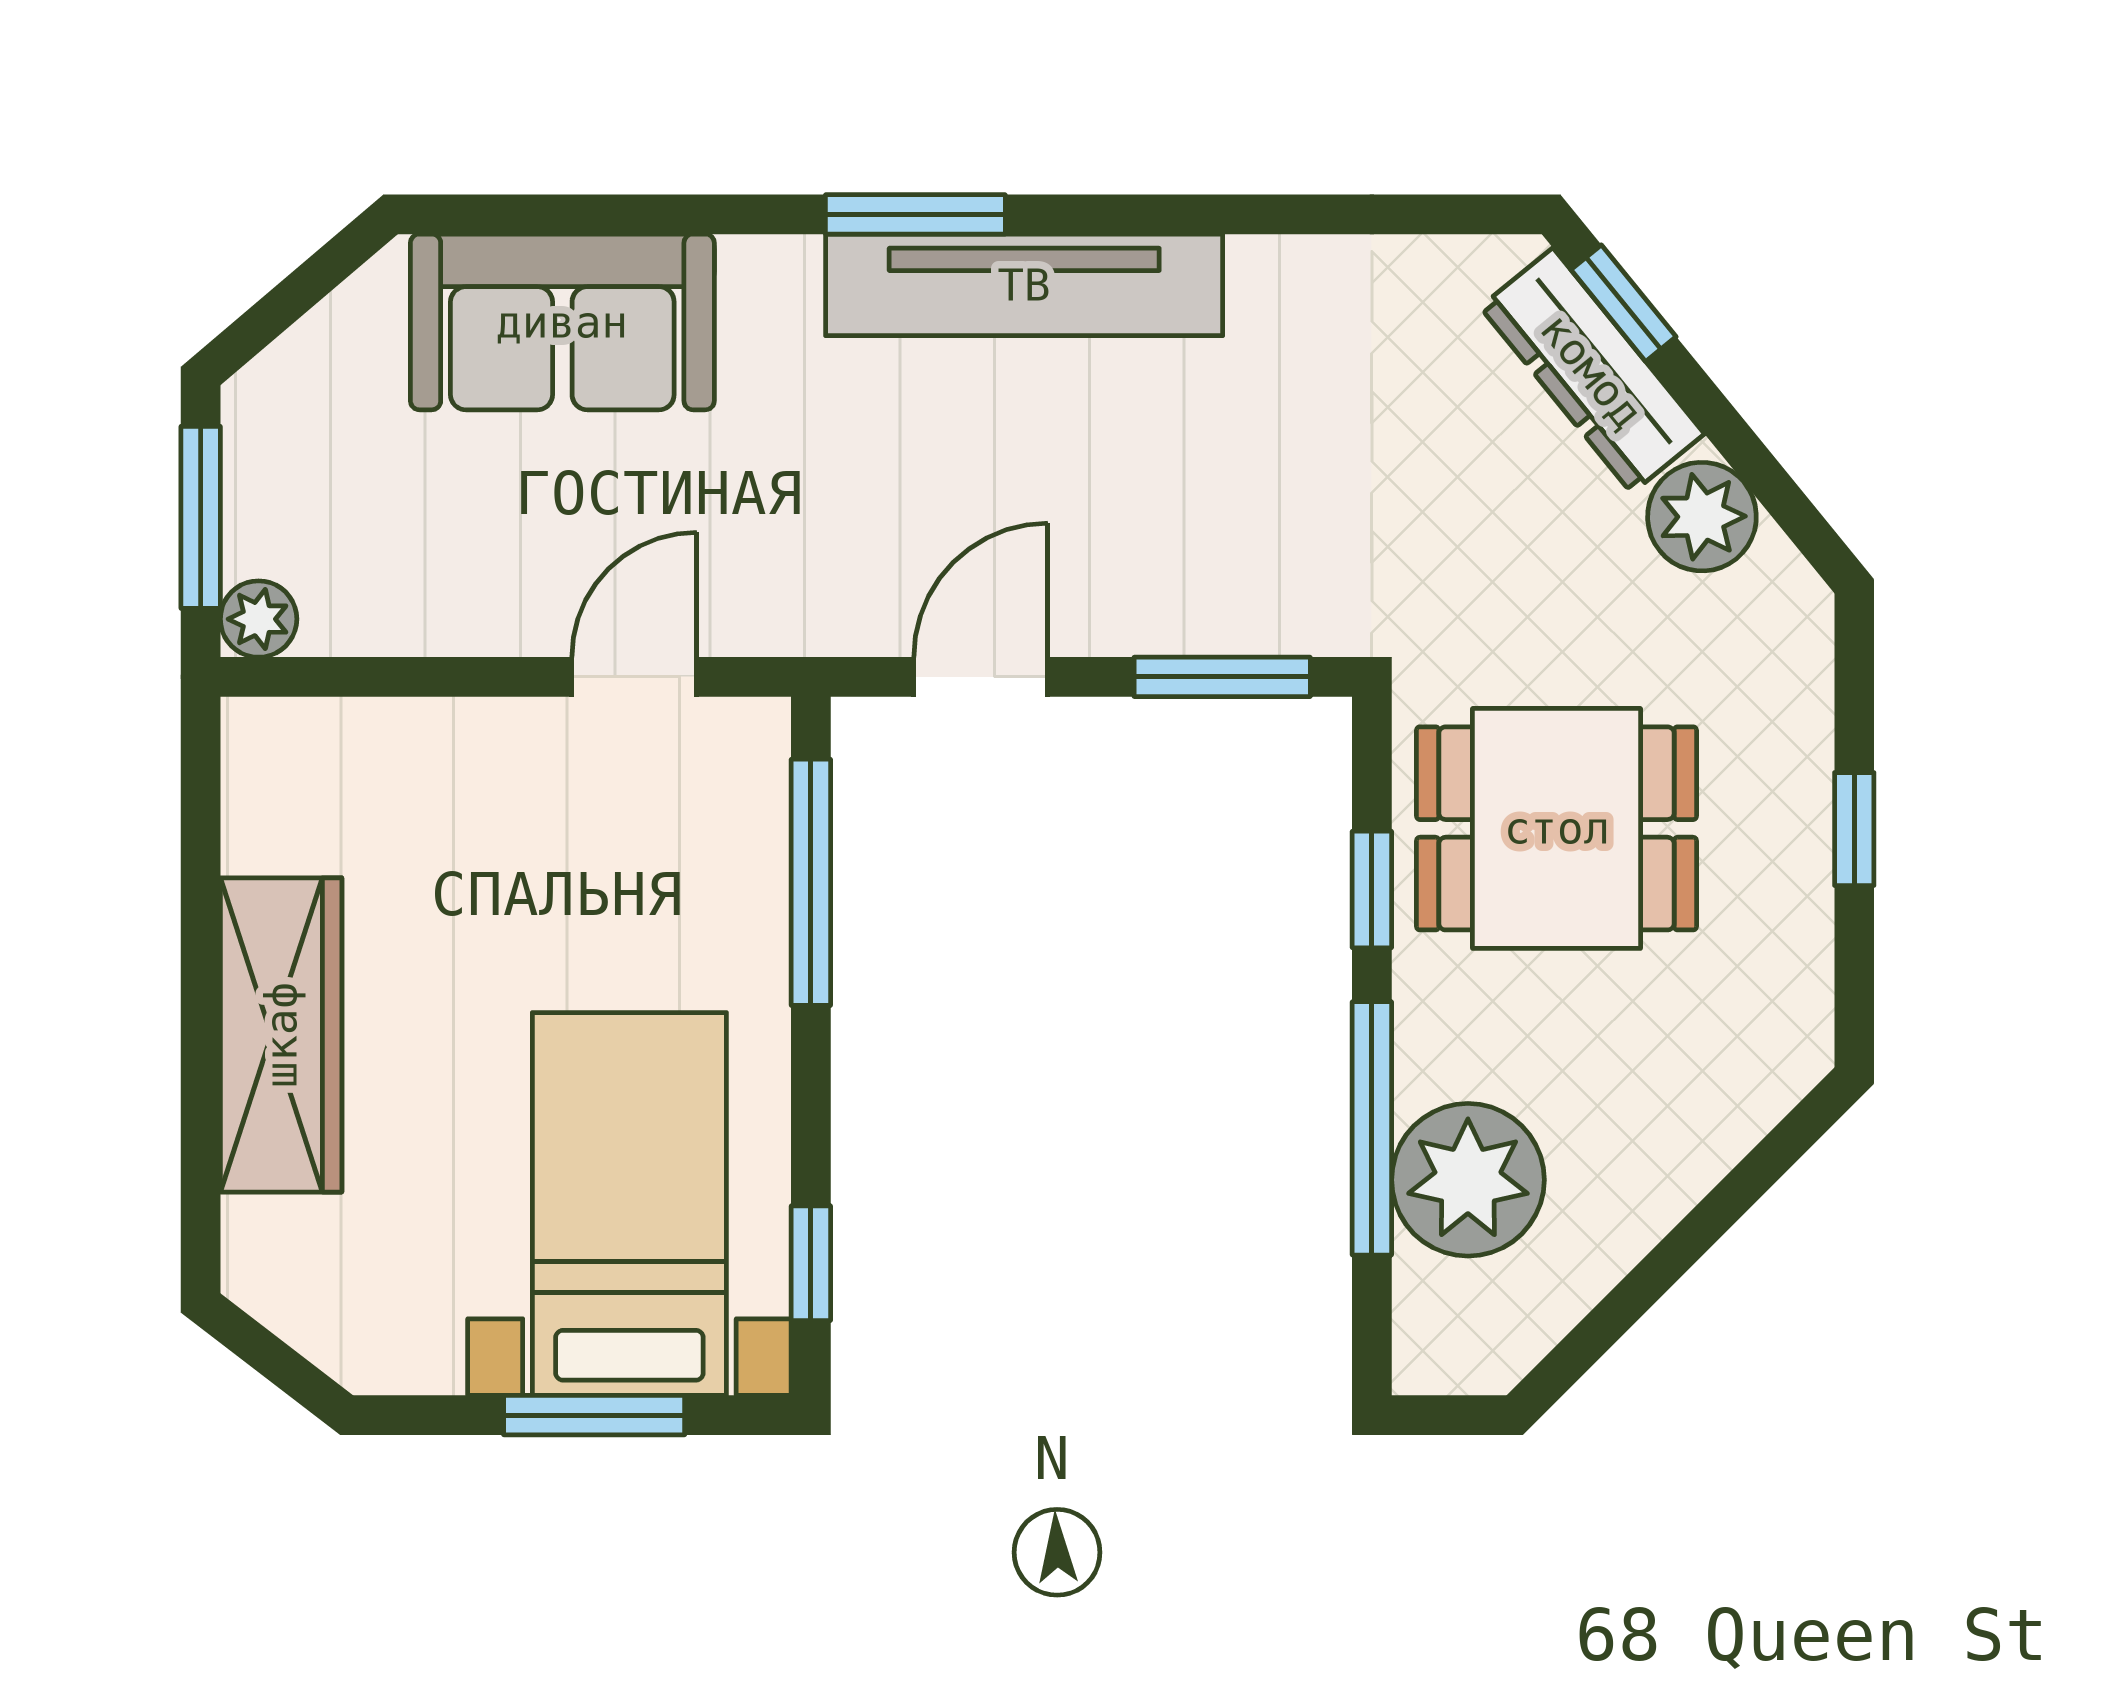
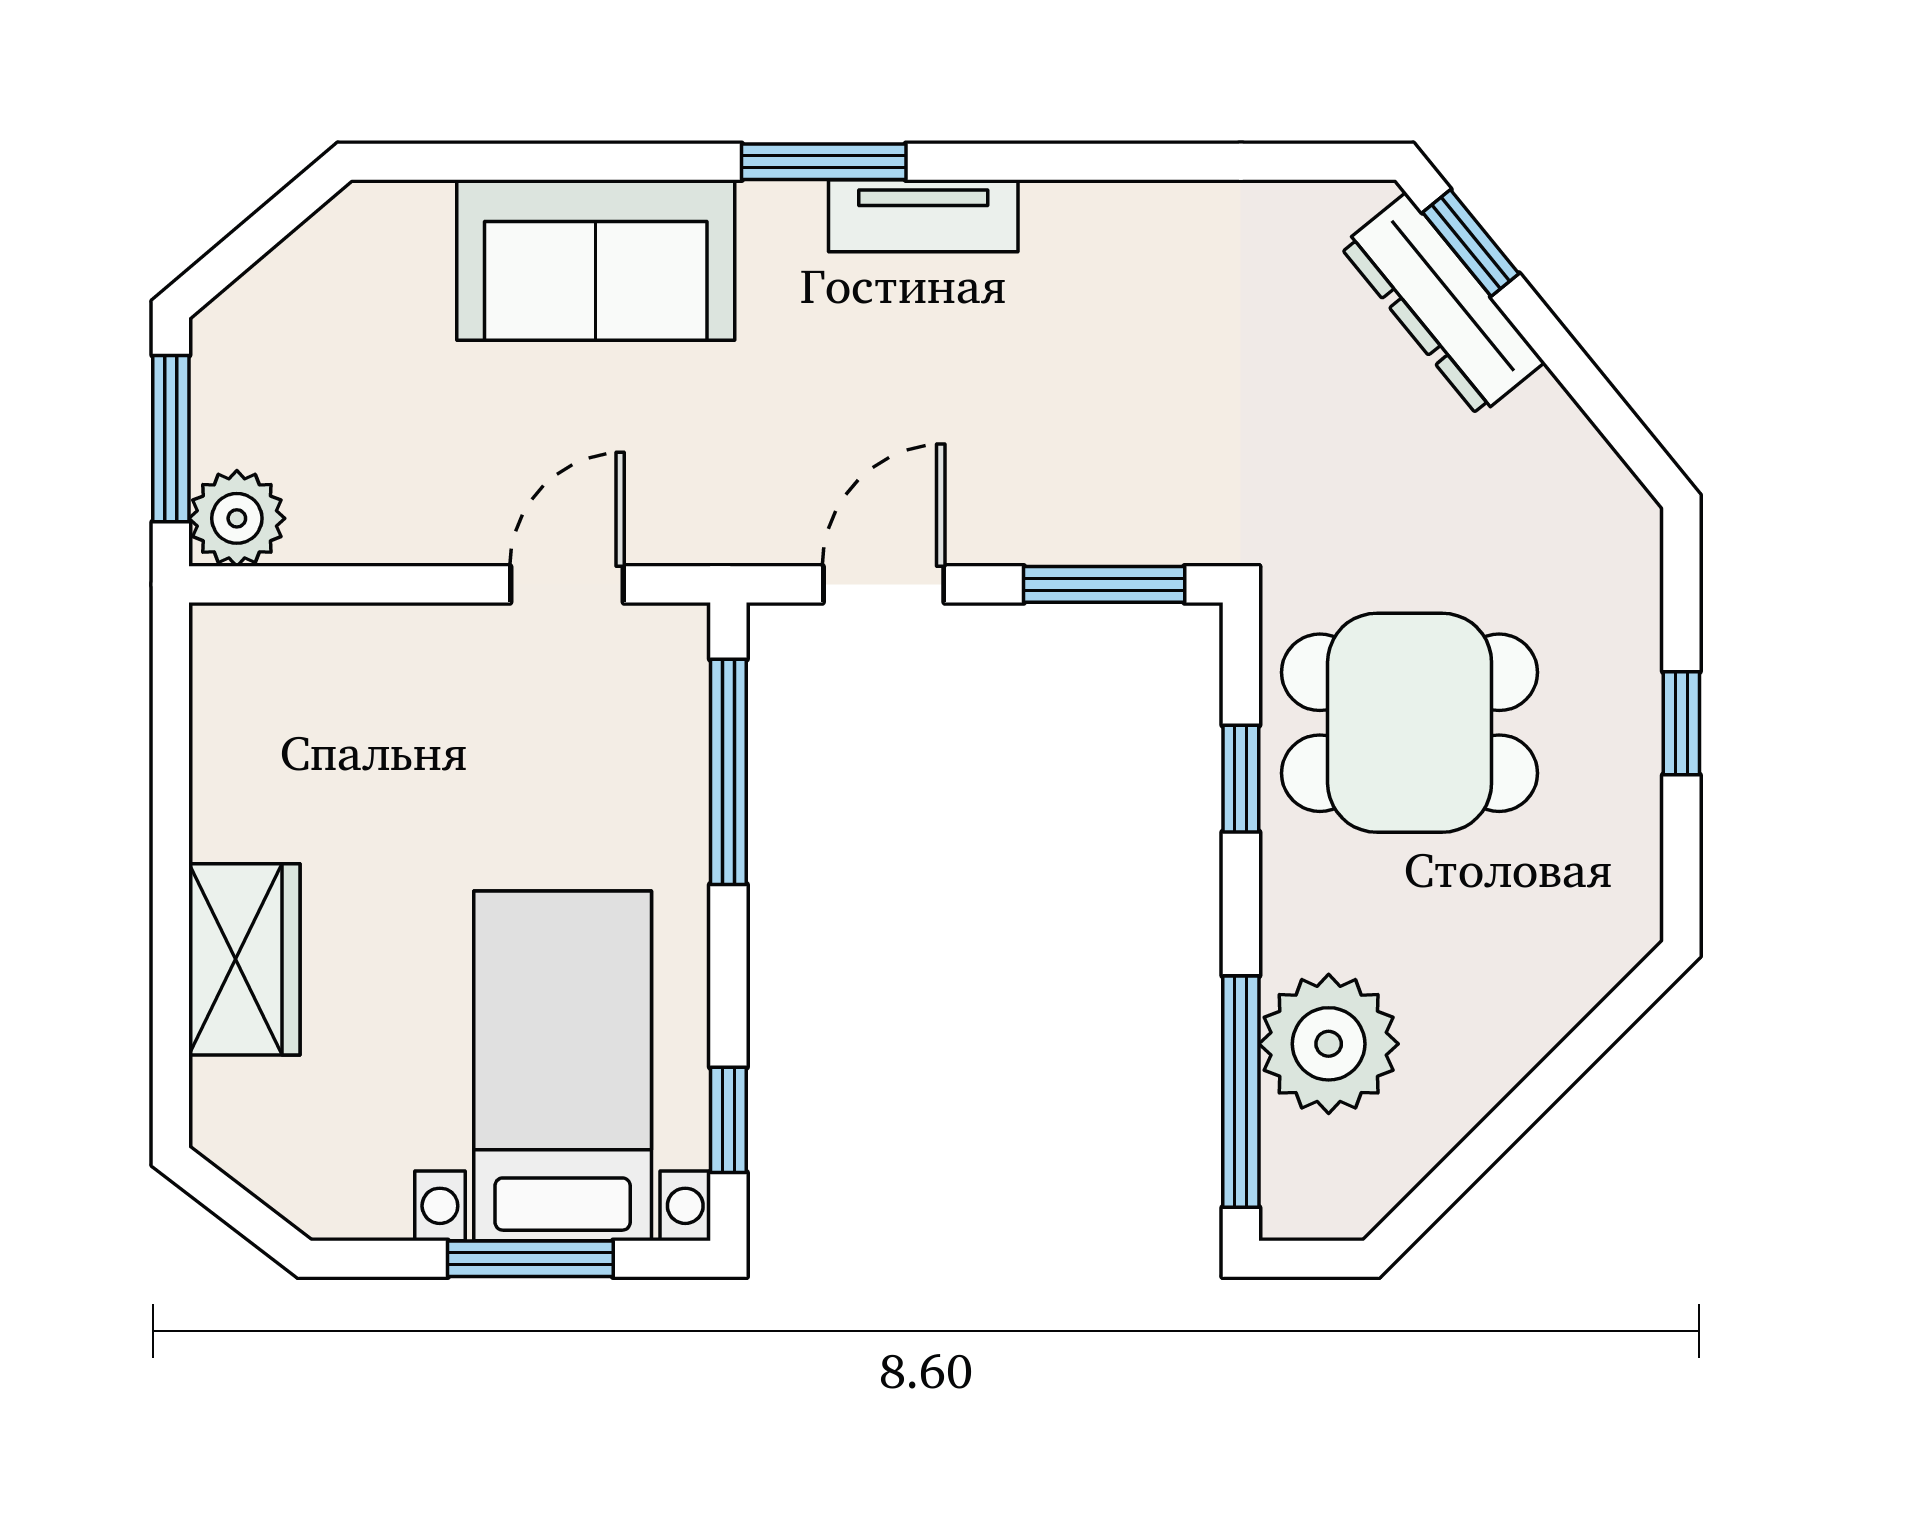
tv unit: (1024, 285) -> (923, 216), width x0.52, depth x0.78
sofa: (562, 322) -> (596, 260), moved
plant: (1702, 517) -> (1542, 438), removed
plant: (259, 619) -> (237, 518), width x1.38, depth x1.38
wardrobe: (281, 1035) -> (244, 959), width x0.67
window: (1372, 1128) -> (1241, 1092), moved

